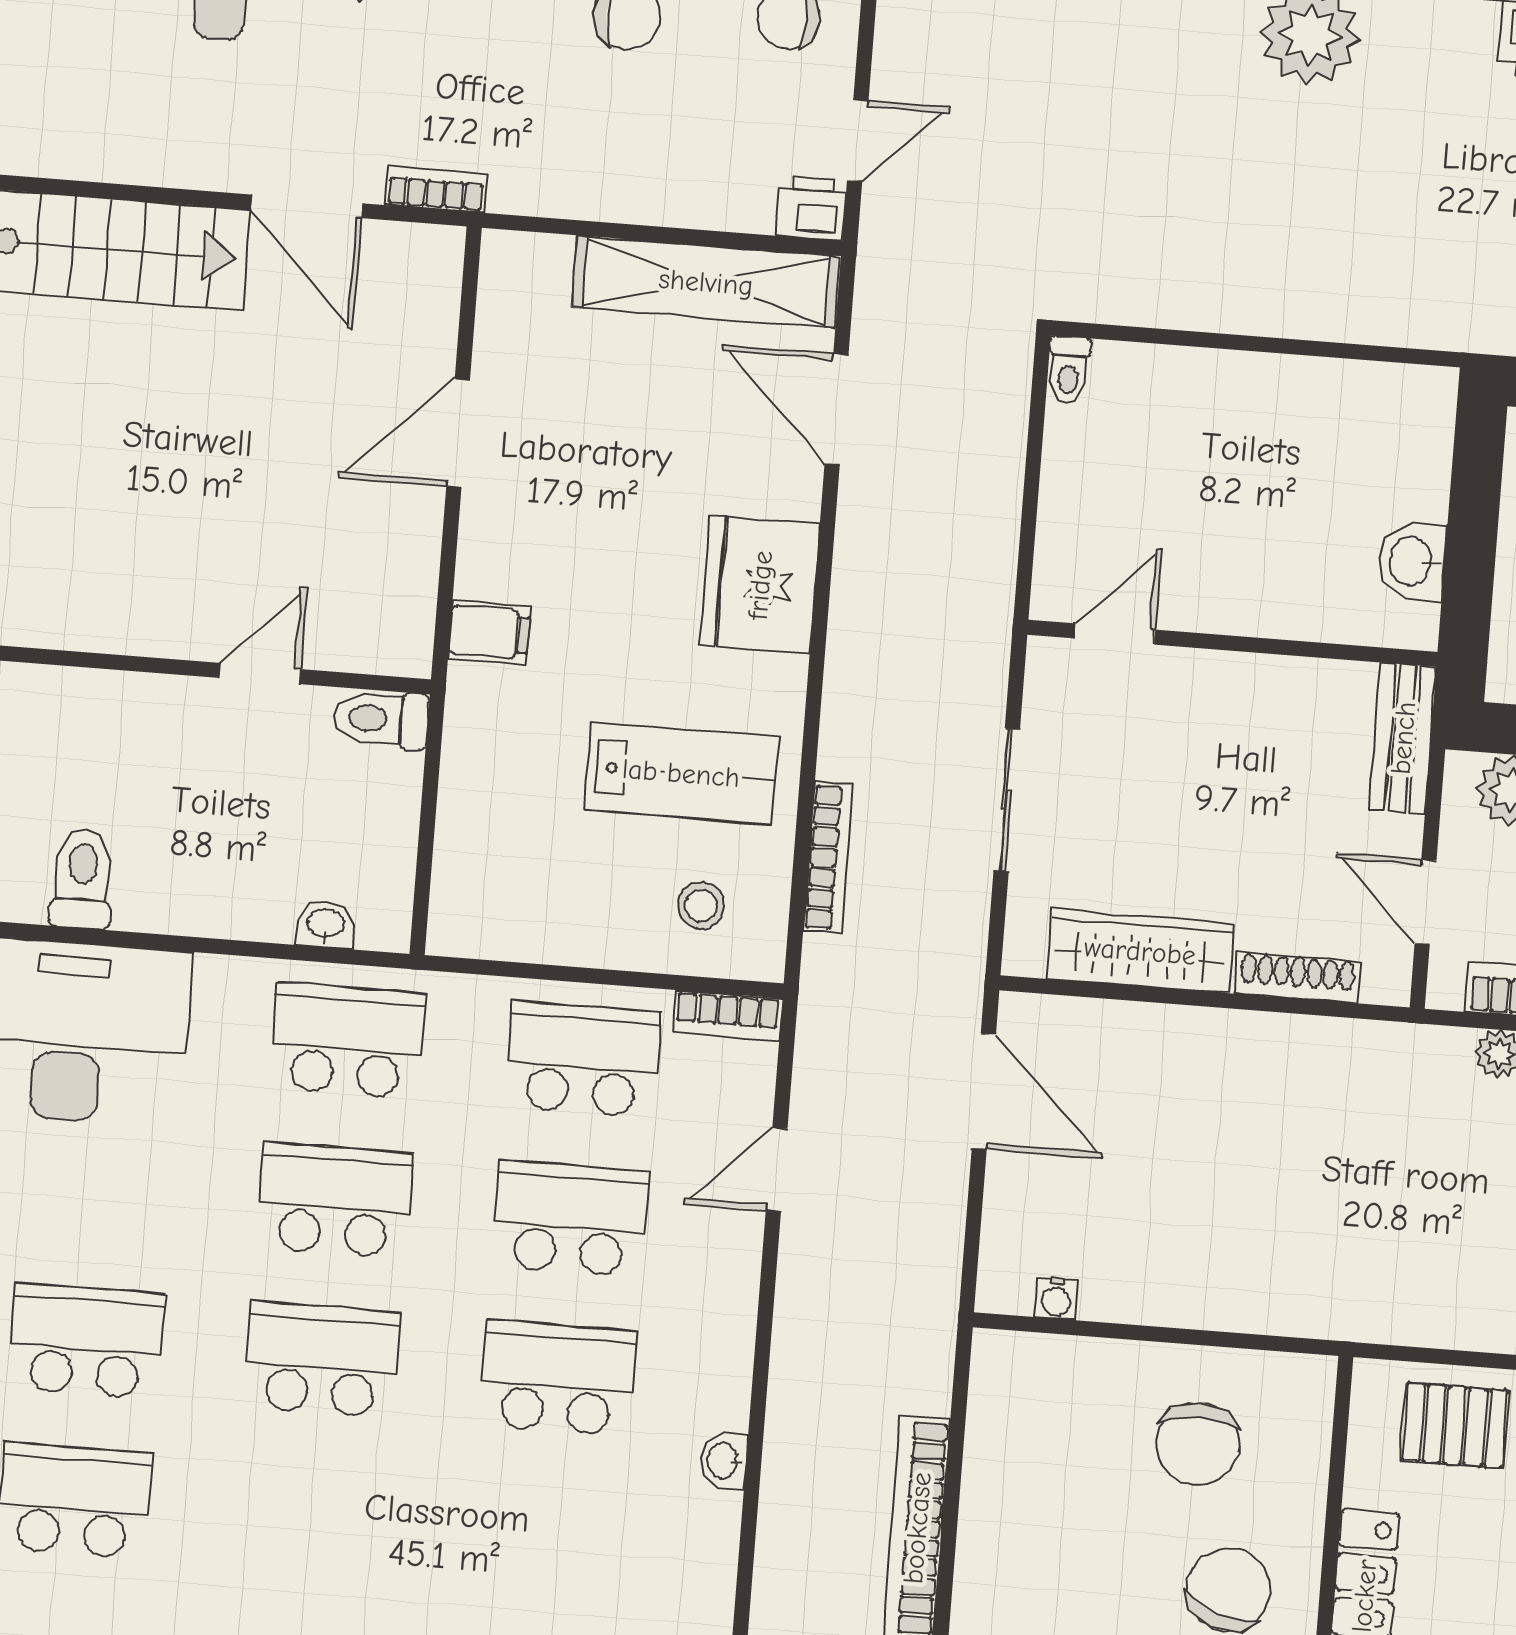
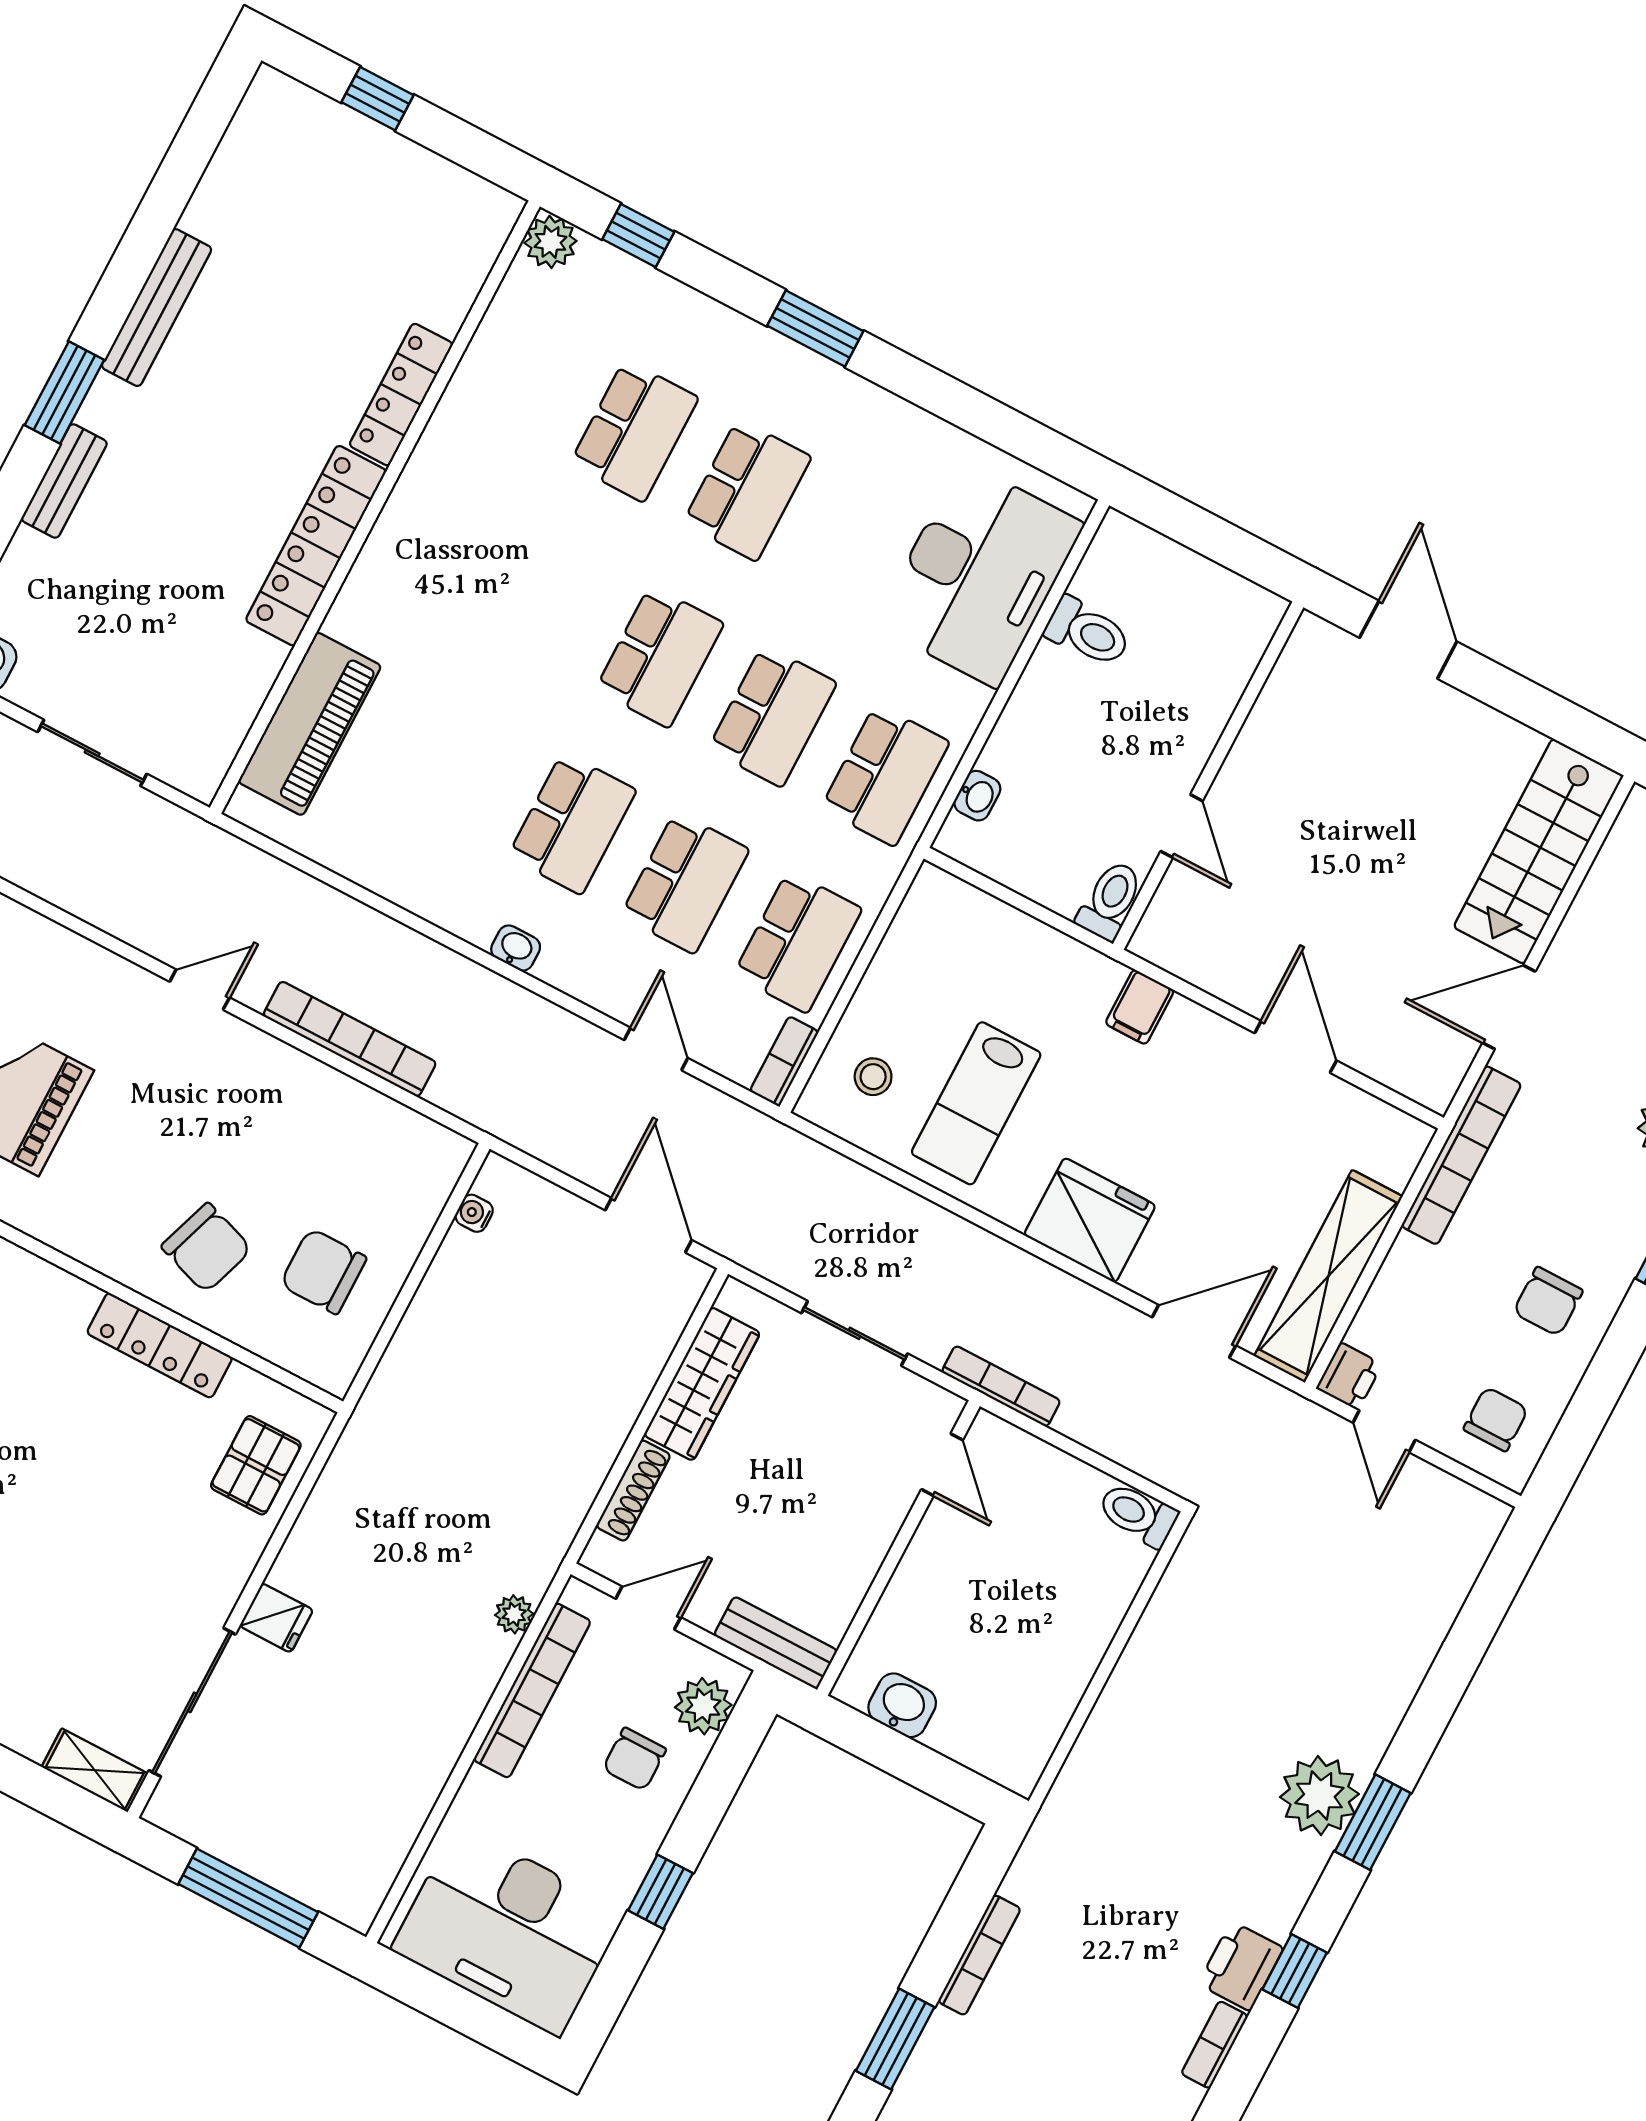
bookcase: (436, 189) -> (1461, 1155), width x2.31, depth x1.31
toilet: (1069, 370) -> (1138, 1514), width x1.37, depth x1.39
bookcase: (828, 858) -> (1001, 1386), moved, turned 180
door: (984, 1091) -> (648, 1225), swing flipped
washbasin: (724, 1461) -> (516, 948), moved

